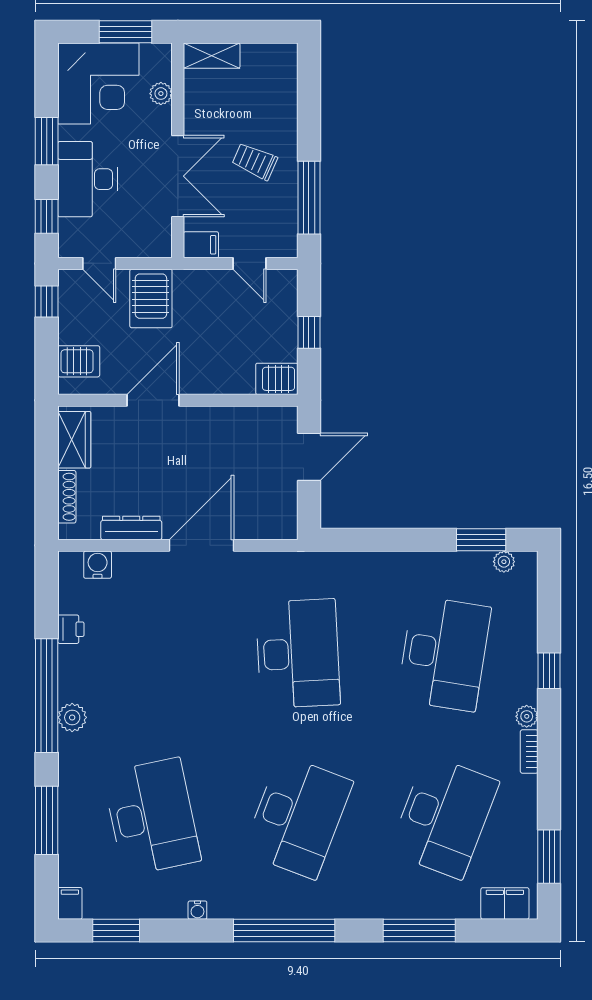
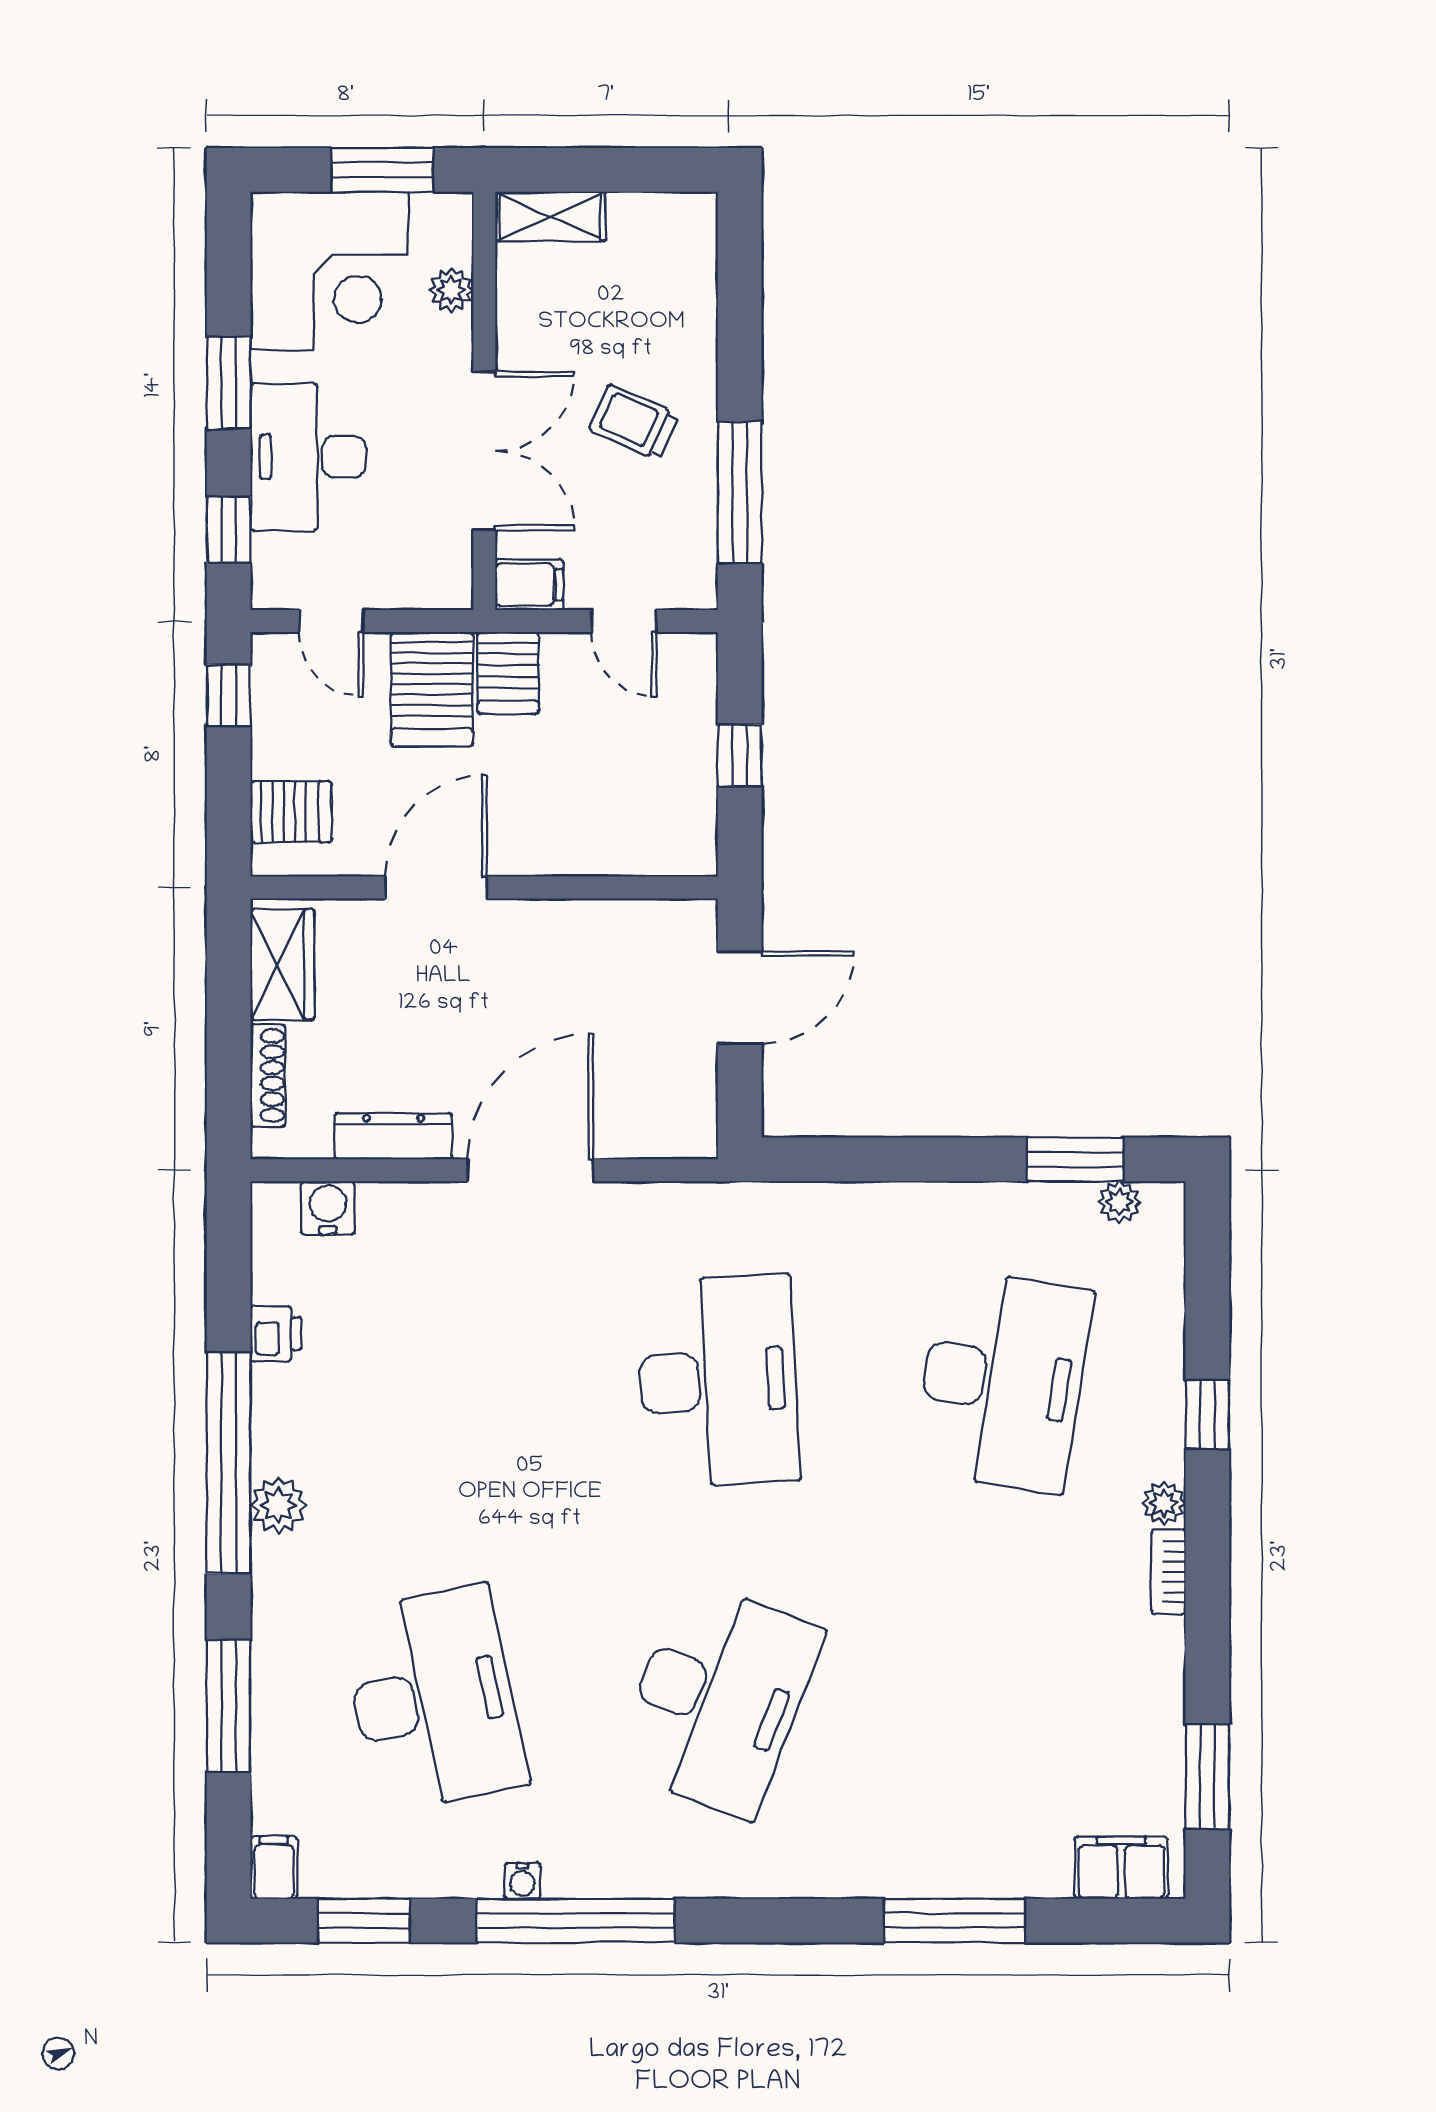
server rack: (277, 379) -> (508, 673), moved, turned -90
desk: (444, 817) -> (1003, 1699), removed
window: (284, 931) -> (576, 1921), moved

